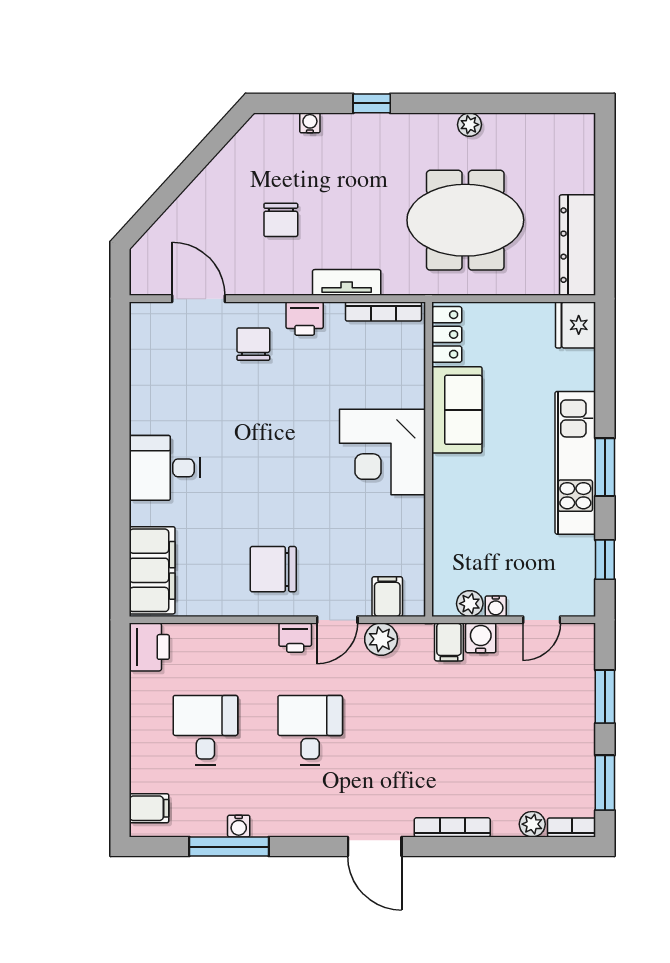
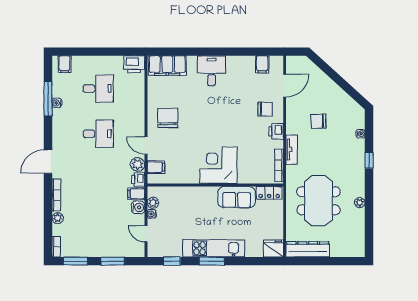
filing cabinet: (150, 351) -> (262, 64), added
printer: (295, 638) -> (138, 179), moved
plant: (532, 824) -> (58, 218), moved

